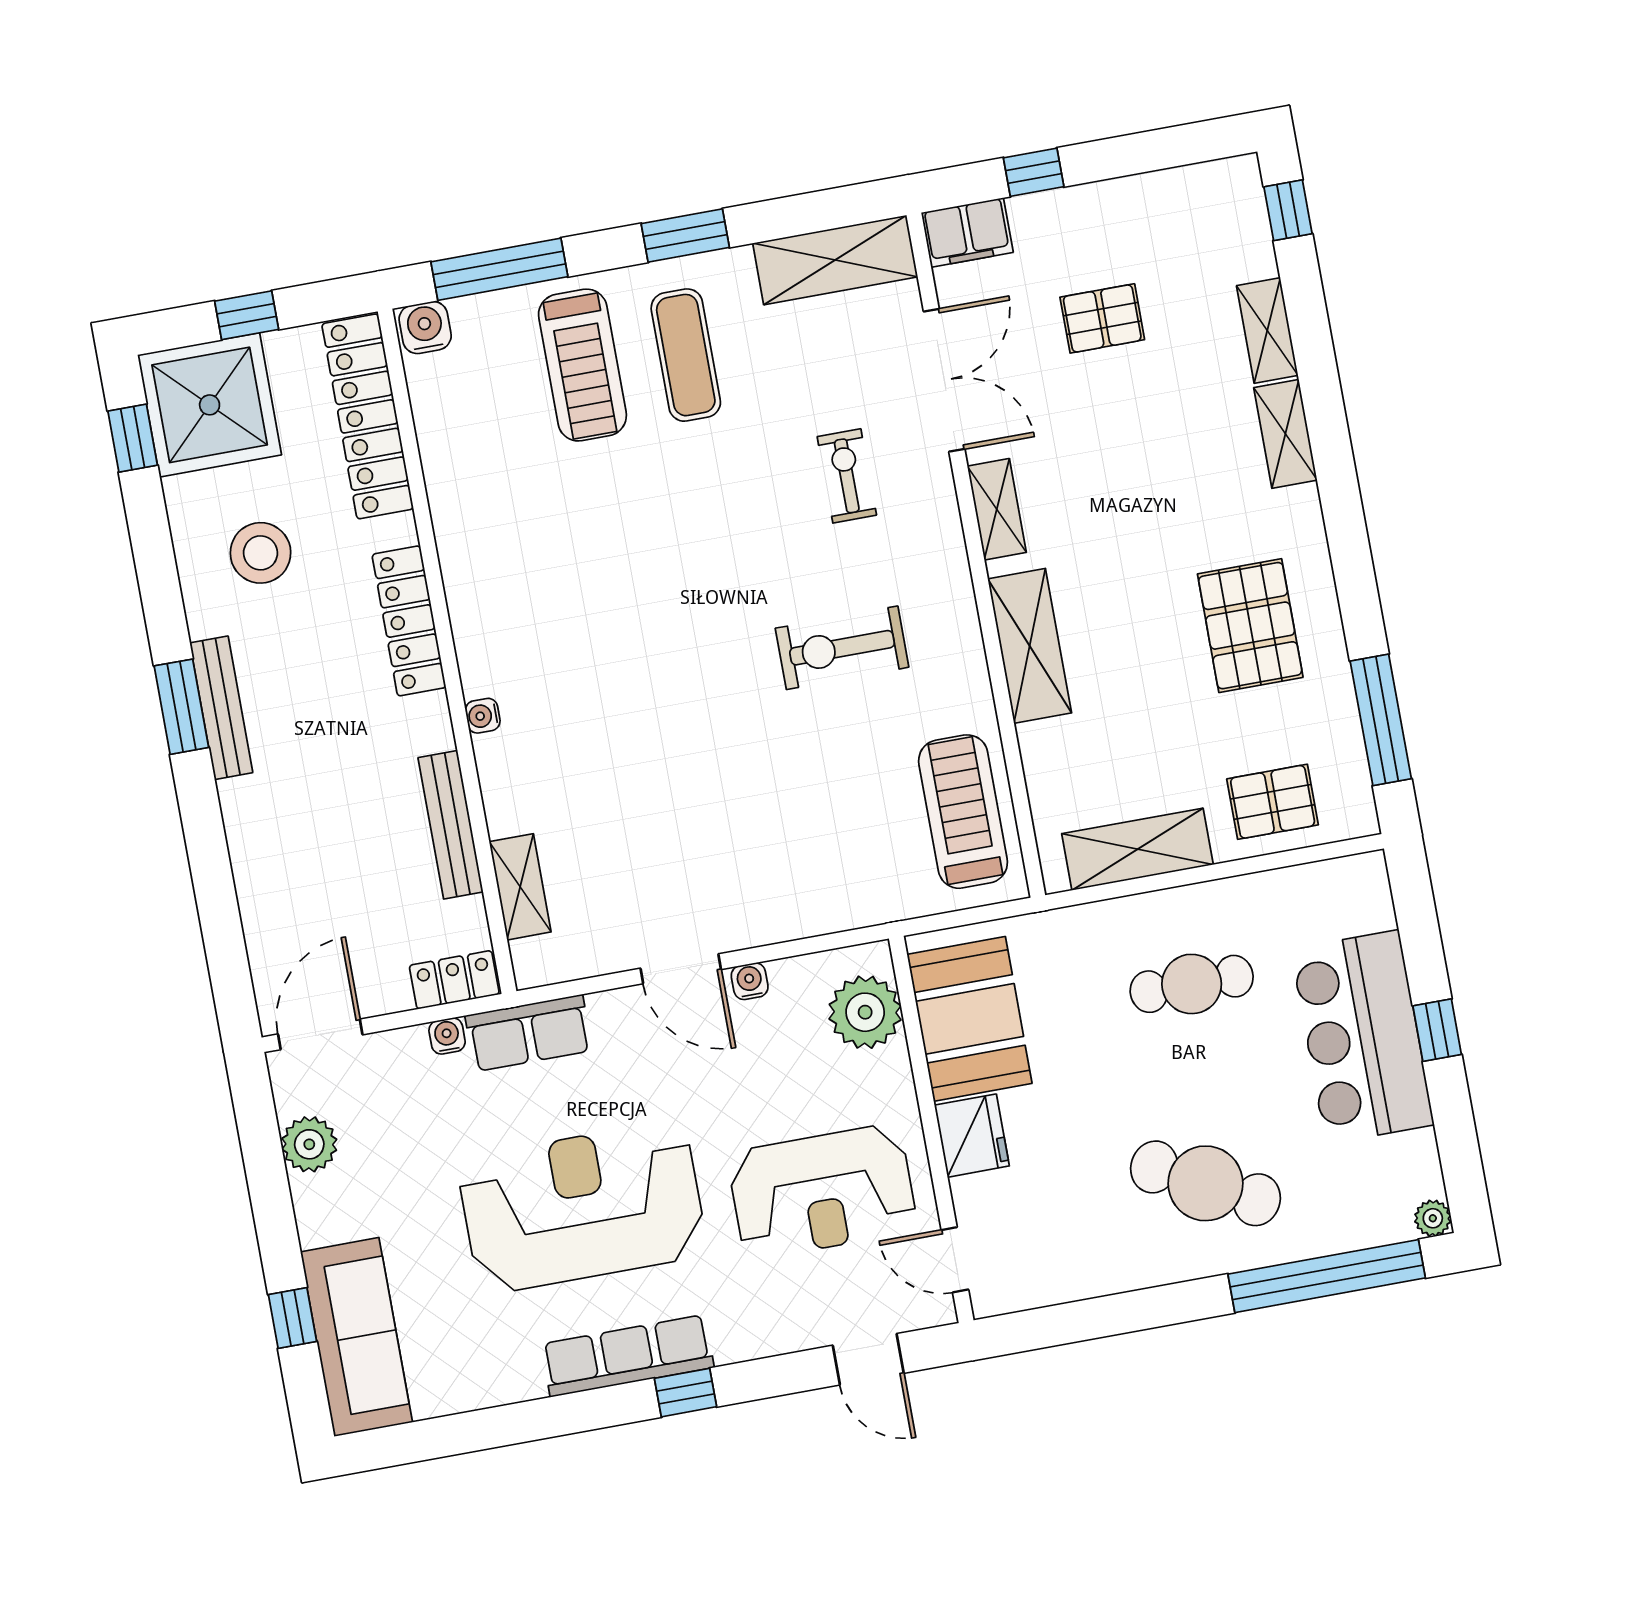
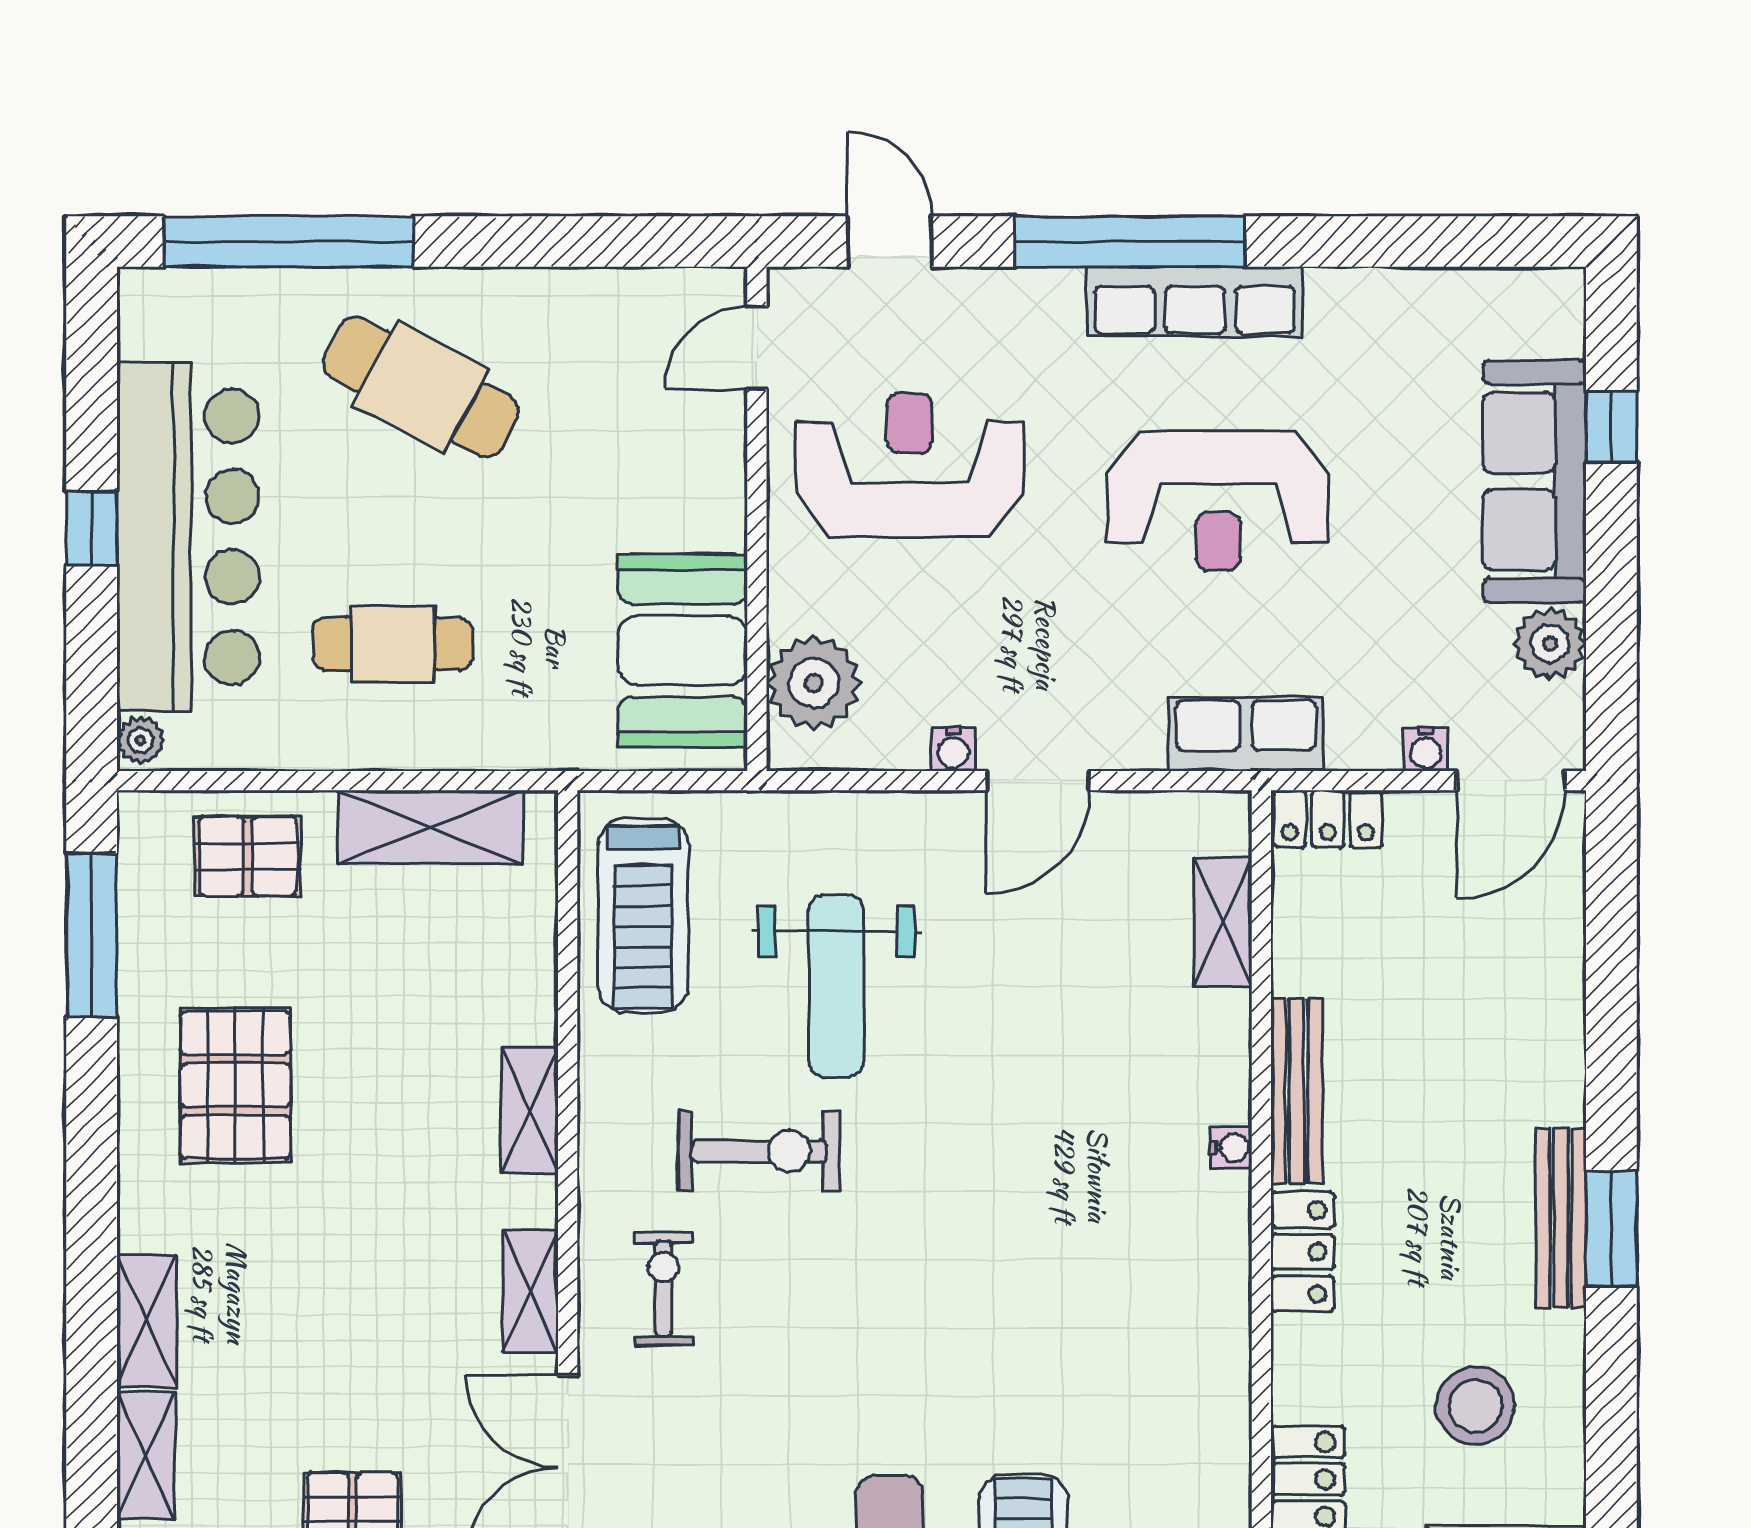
exercise bike: (847, 476) -> (663, 1289), moved, turned 180
locker: (409, 621) -> (1303, 1252), width x0.66
shelving: (1030, 646) -> (530, 1110), width x0.67, depth x0.75
weight bench: (806, 785) -> (836, 986), added
bench: (451, 825) -> (1297, 1091), moved
door: (681, 969) -> (1038, 781), swing flipped
water cooler: (447, 1036) -> (1426, 749), moved
bar counter: (1362, 1037) -> (188, 537), width x1.36
fridge: (972, 1136) -> (707, 502), removed
reception desk: (582, 1207) -> (1218, 501), width x0.74, depth x0.77
plant: (1433, 1218) -> (140, 740), moved
door: (955, 1260) -> (757, 348), swing flipped
sofa: (356, 1337) -> (1535, 481), moved
window: (686, 1393) -> (1129, 242), width x3.17

